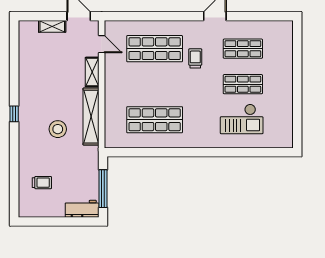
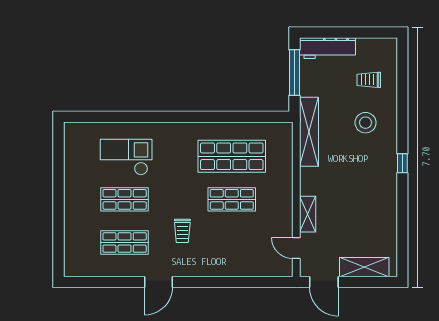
shelving: (52, 26) -> (364, 267), width x1.50, depth x1.33
shop shelf: (155, 49) -> (232, 199), moved, width x0.70, depth x0.74
shelving: (91, 117) -> (309, 132), moved
stool: (58, 129) -> (366, 123), moved
workbench: (82, 209) -> (328, 48), width x1.38

